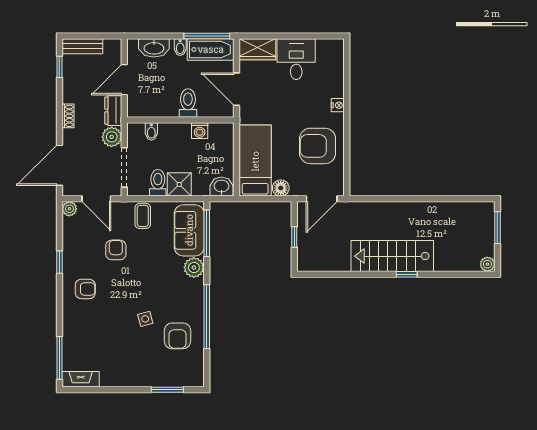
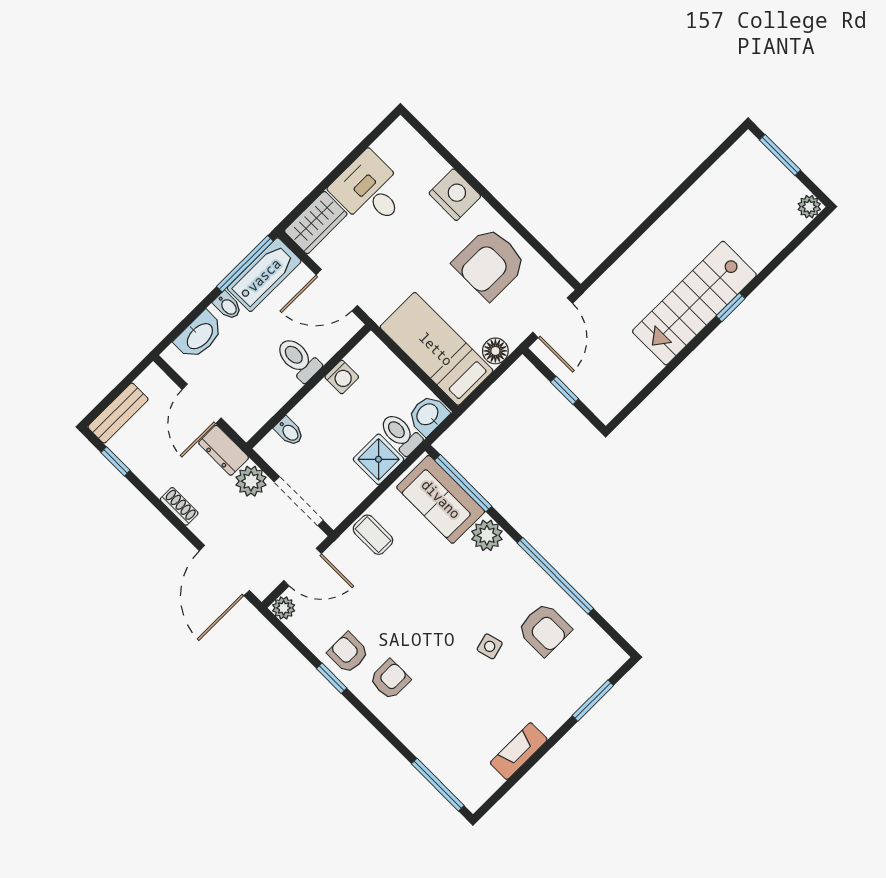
nightstand: (338, 105) -> (455, 195), width x1.89, depth x1.79
toilet: (158, 183) -> (401, 434), moved
armchair: (116, 250) -> (348, 653), moved
fireplace: (81, 379) -> (519, 751), moved

